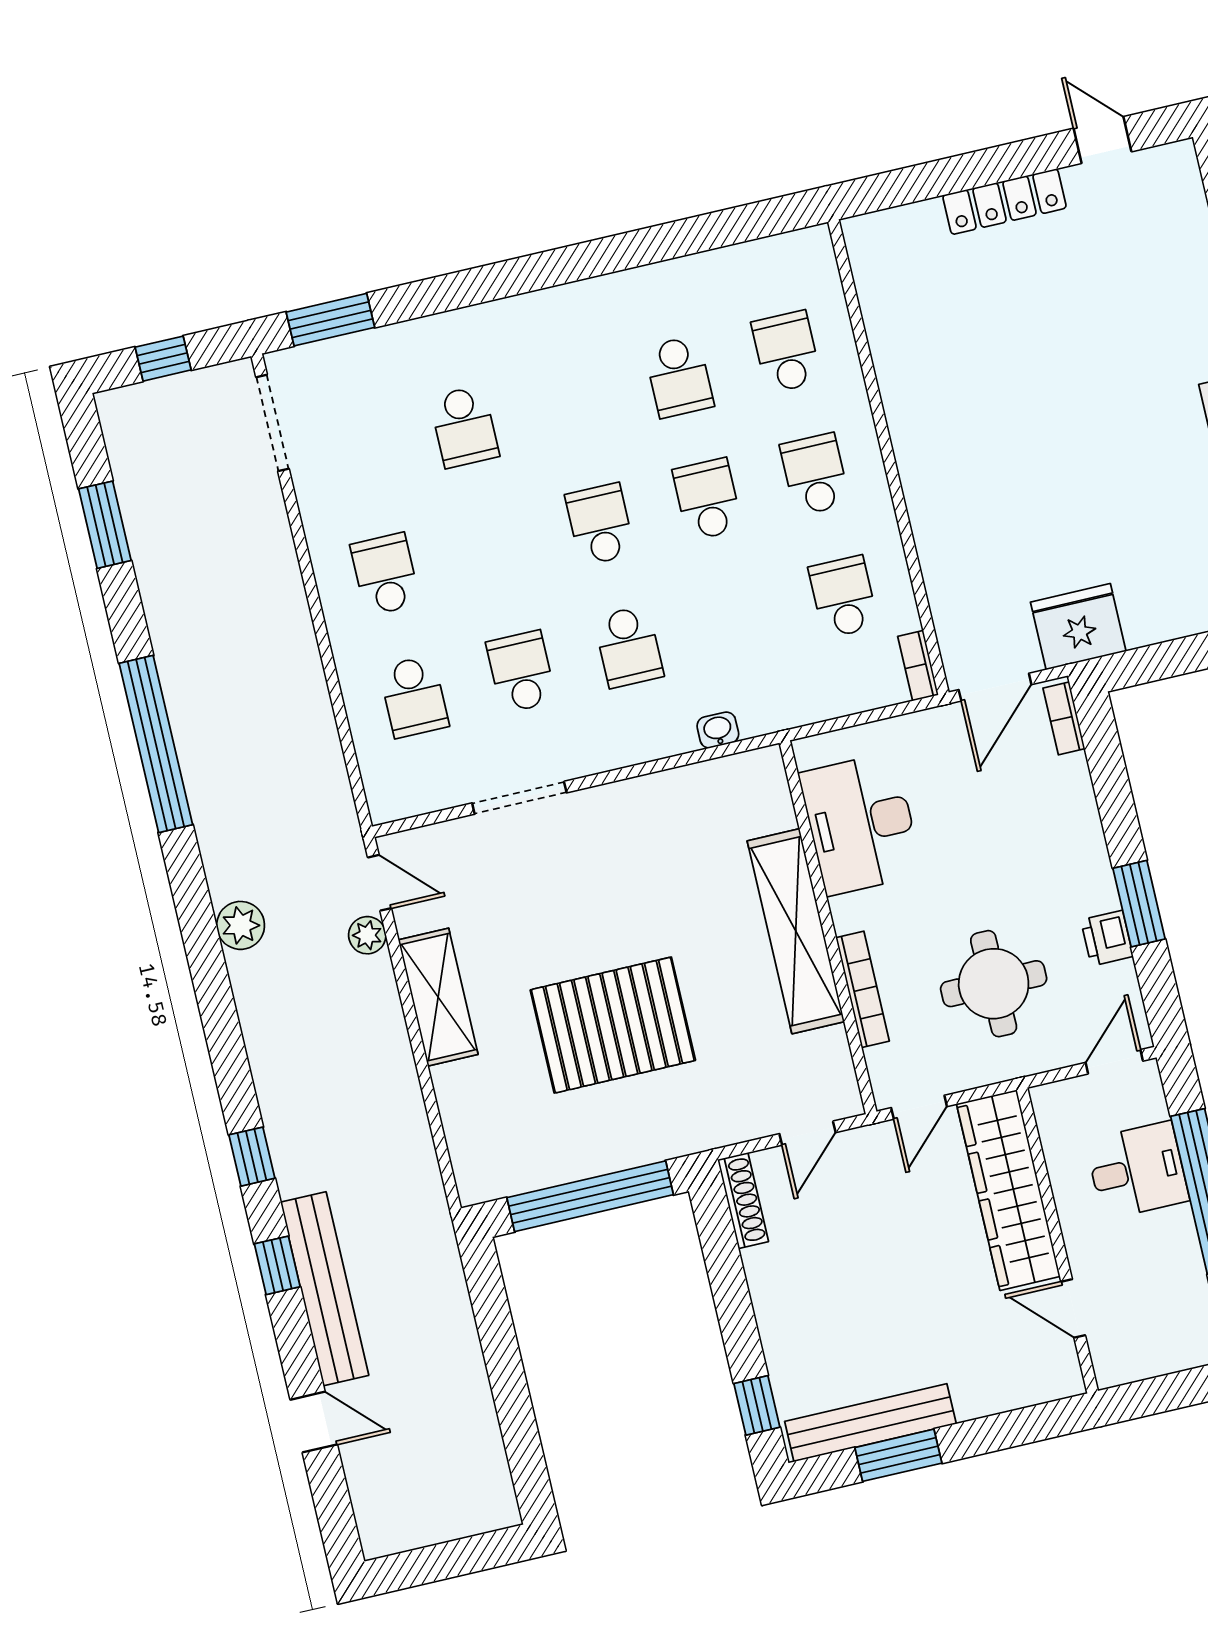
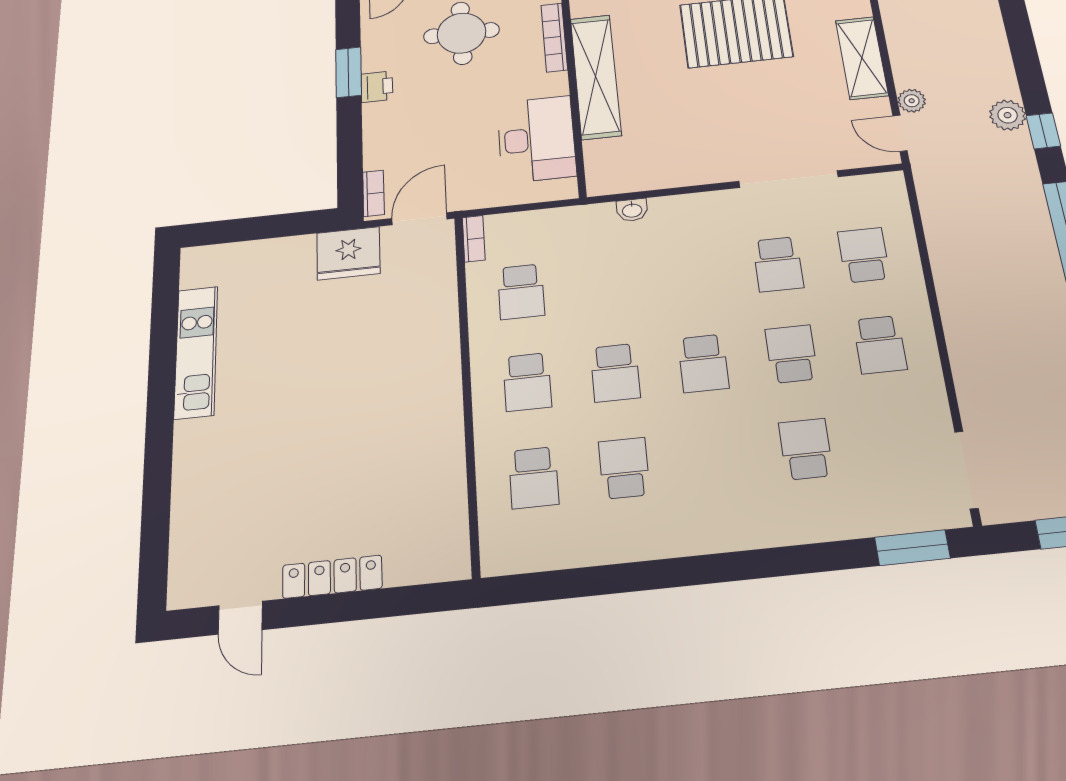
school desk: (629, 647) -> (791, 354), moved
doorway: (519, 798) -> (789, 179), width x1.36
window: (194, 906) -> (1043, 131), added
printer: (1107, 938) -> (377, 87), moved

